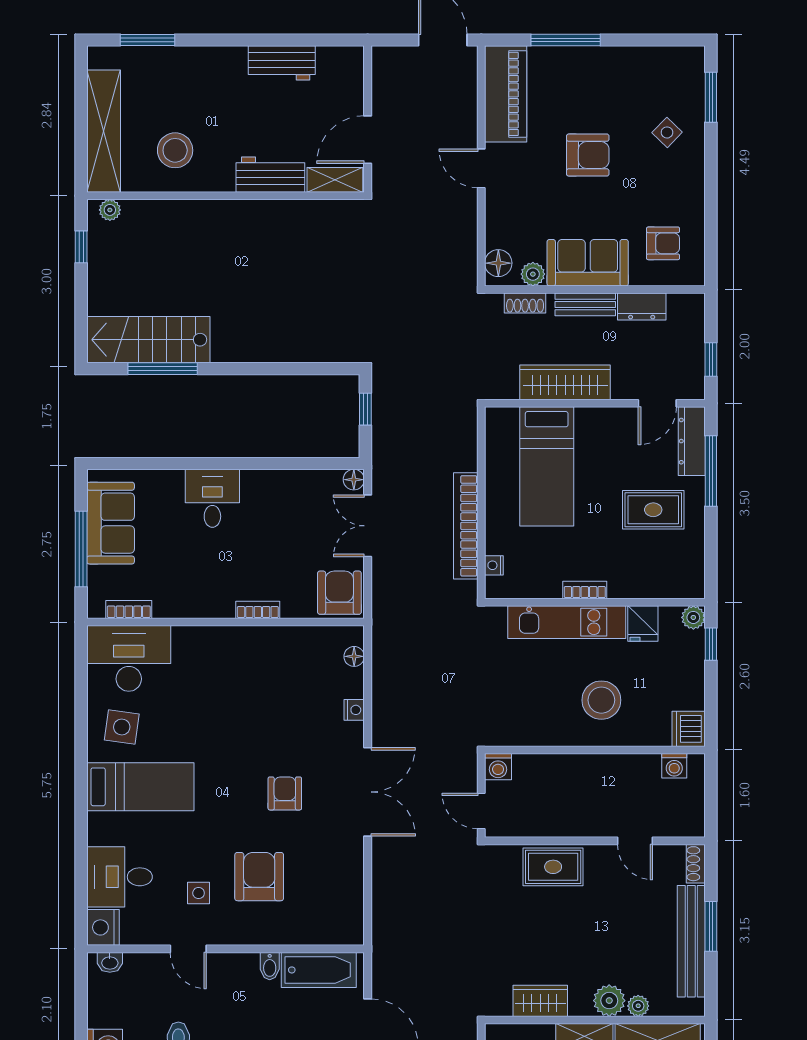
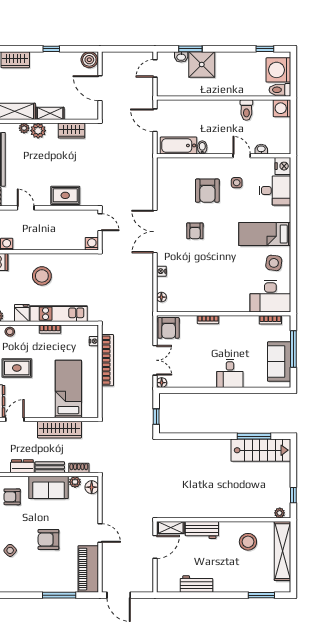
stool: (668, 585) -> (10, 332), added
washbasin: (110, 962) -> (261, 149), moved

